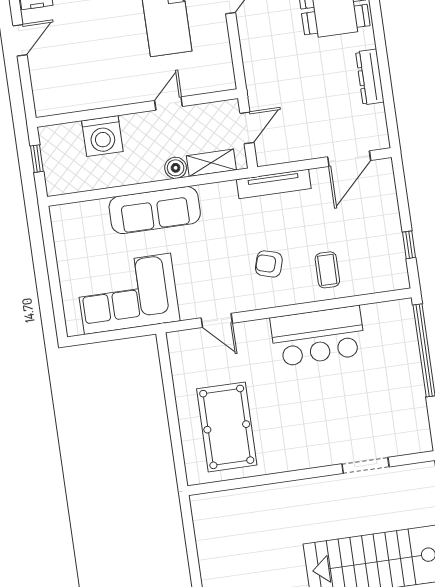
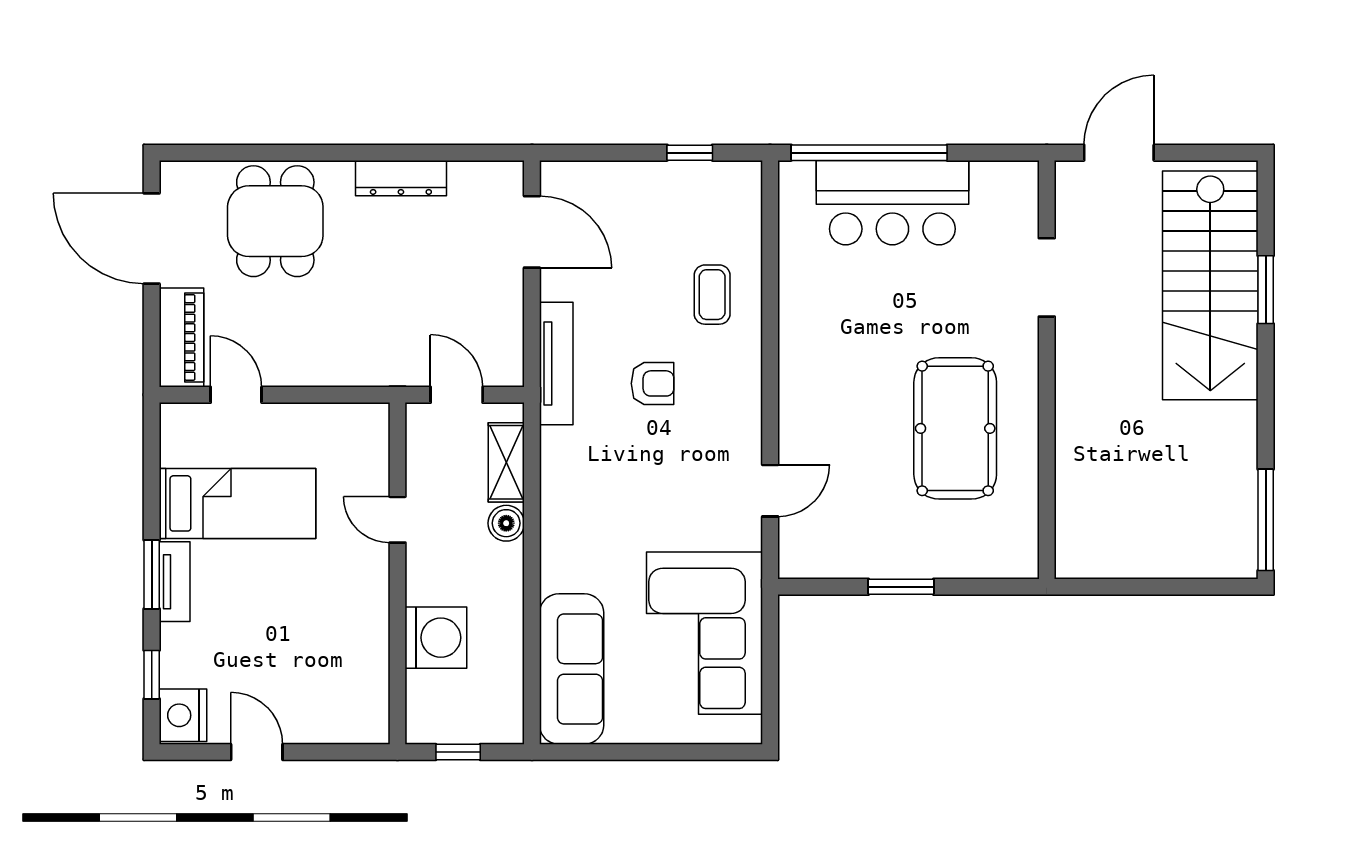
sofa: (155, 210) -> (572, 669), moved
armchair: (269, 264) -> (653, 383), moved, turned -106
coffee table: (327, 270) -> (712, 295), turned 90
bar counter: (318, 336) -> (892, 203), moved, turned 90
window: (171, 406) -> (901, 587), added
pool table: (227, 427) -> (955, 428), moved, turned 90

